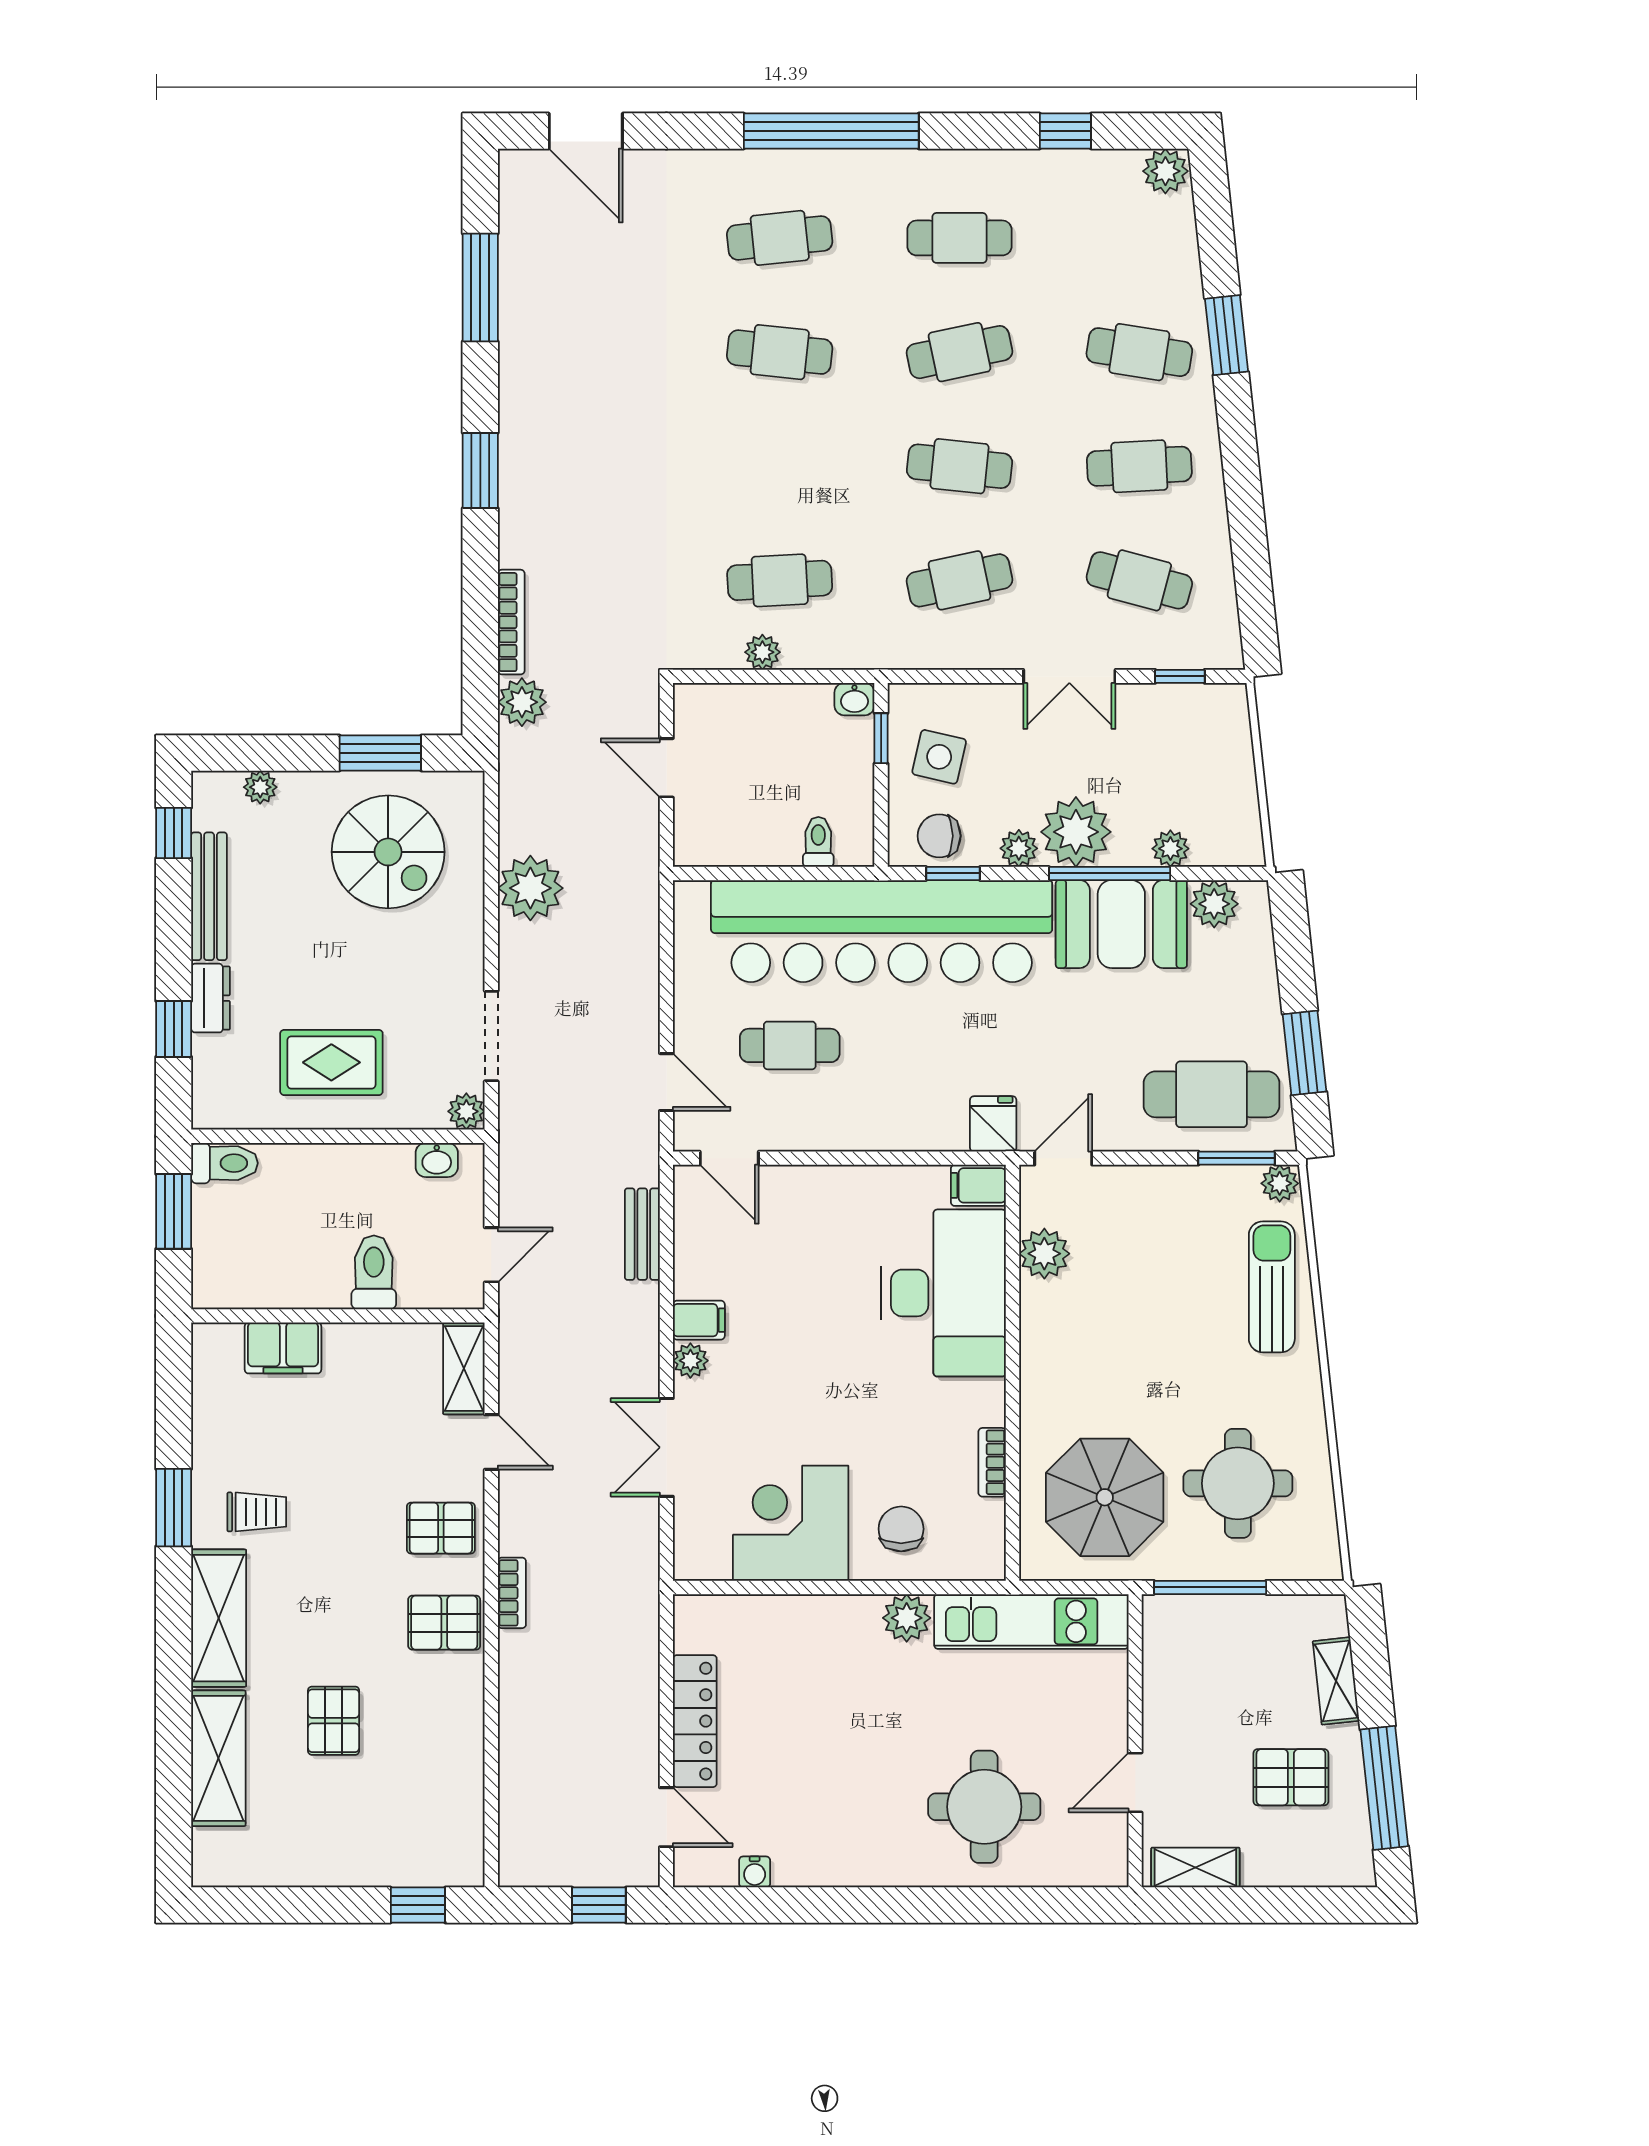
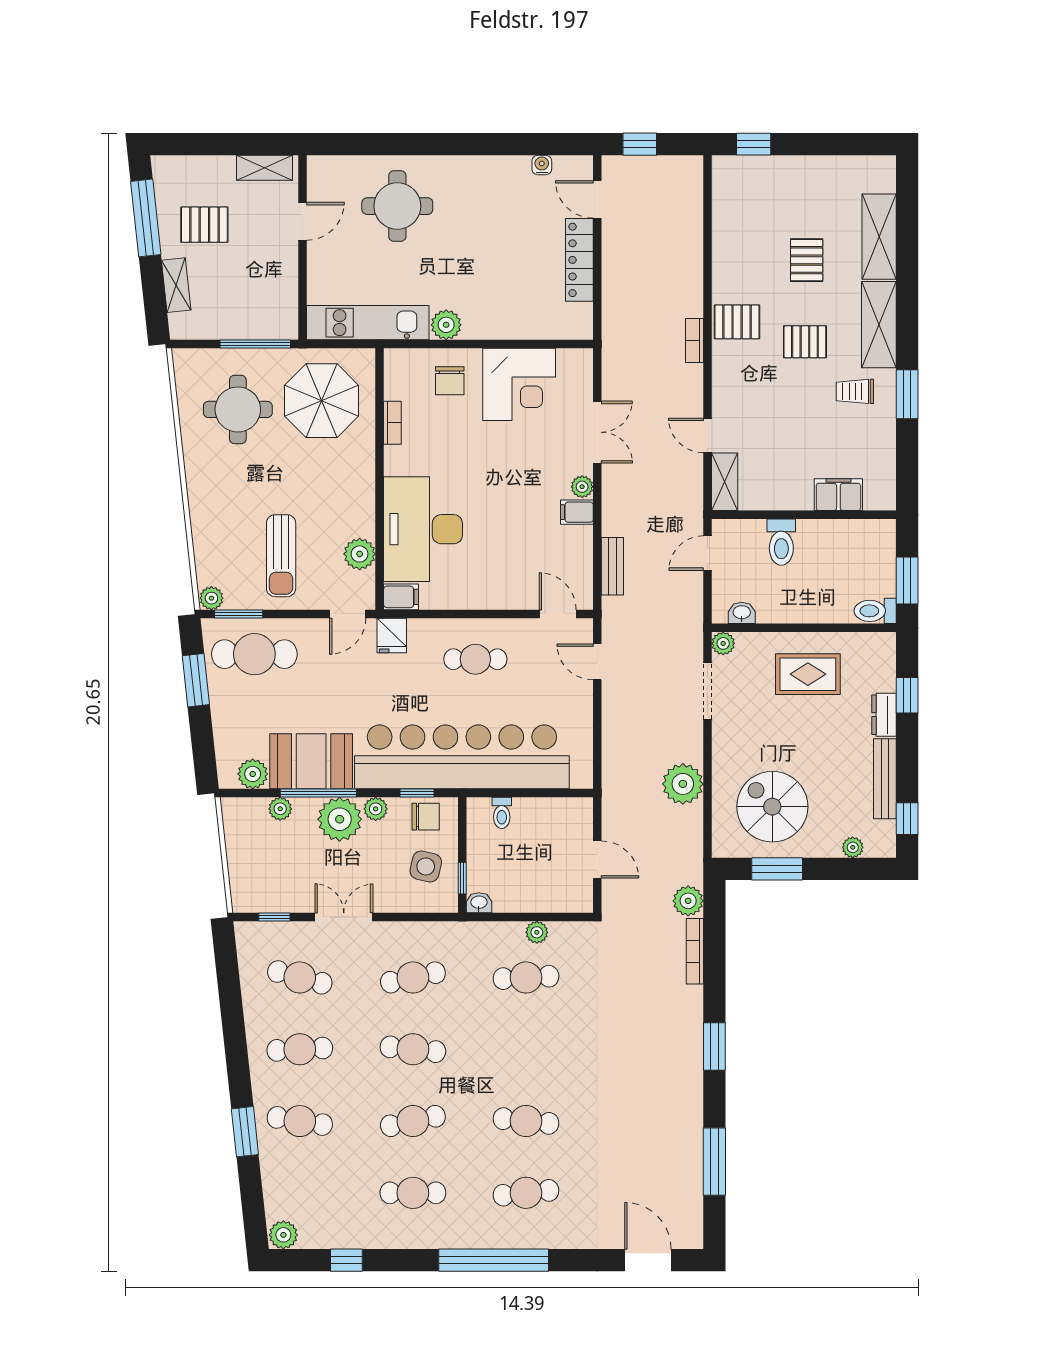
cafe table: (790, 1045) -> (475, 659), moved
sun lounger: (1272, 1287) -> (281, 556), moved
pallet: (441, 1528) -> (805, 342), moved

